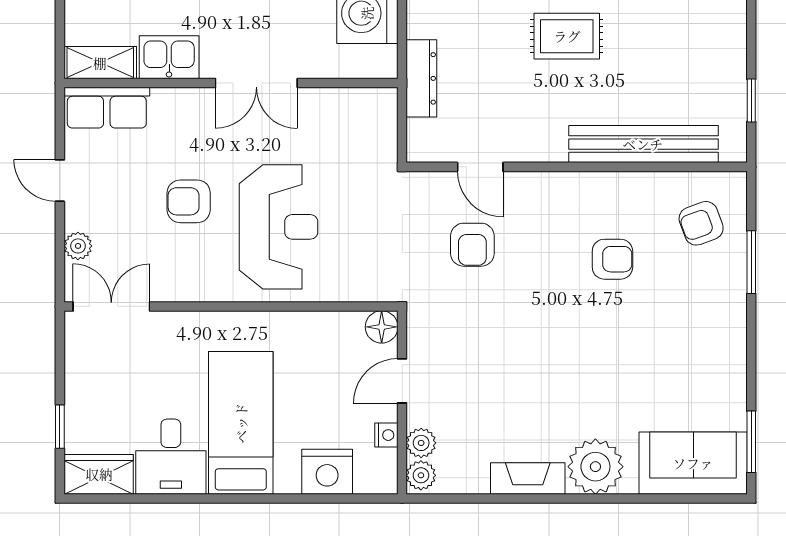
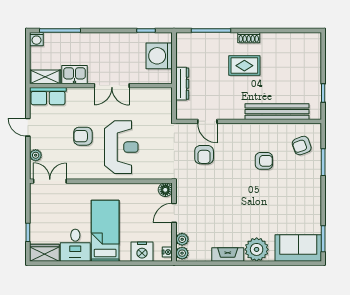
nightstand: (386, 435) -> (167, 252), moved

